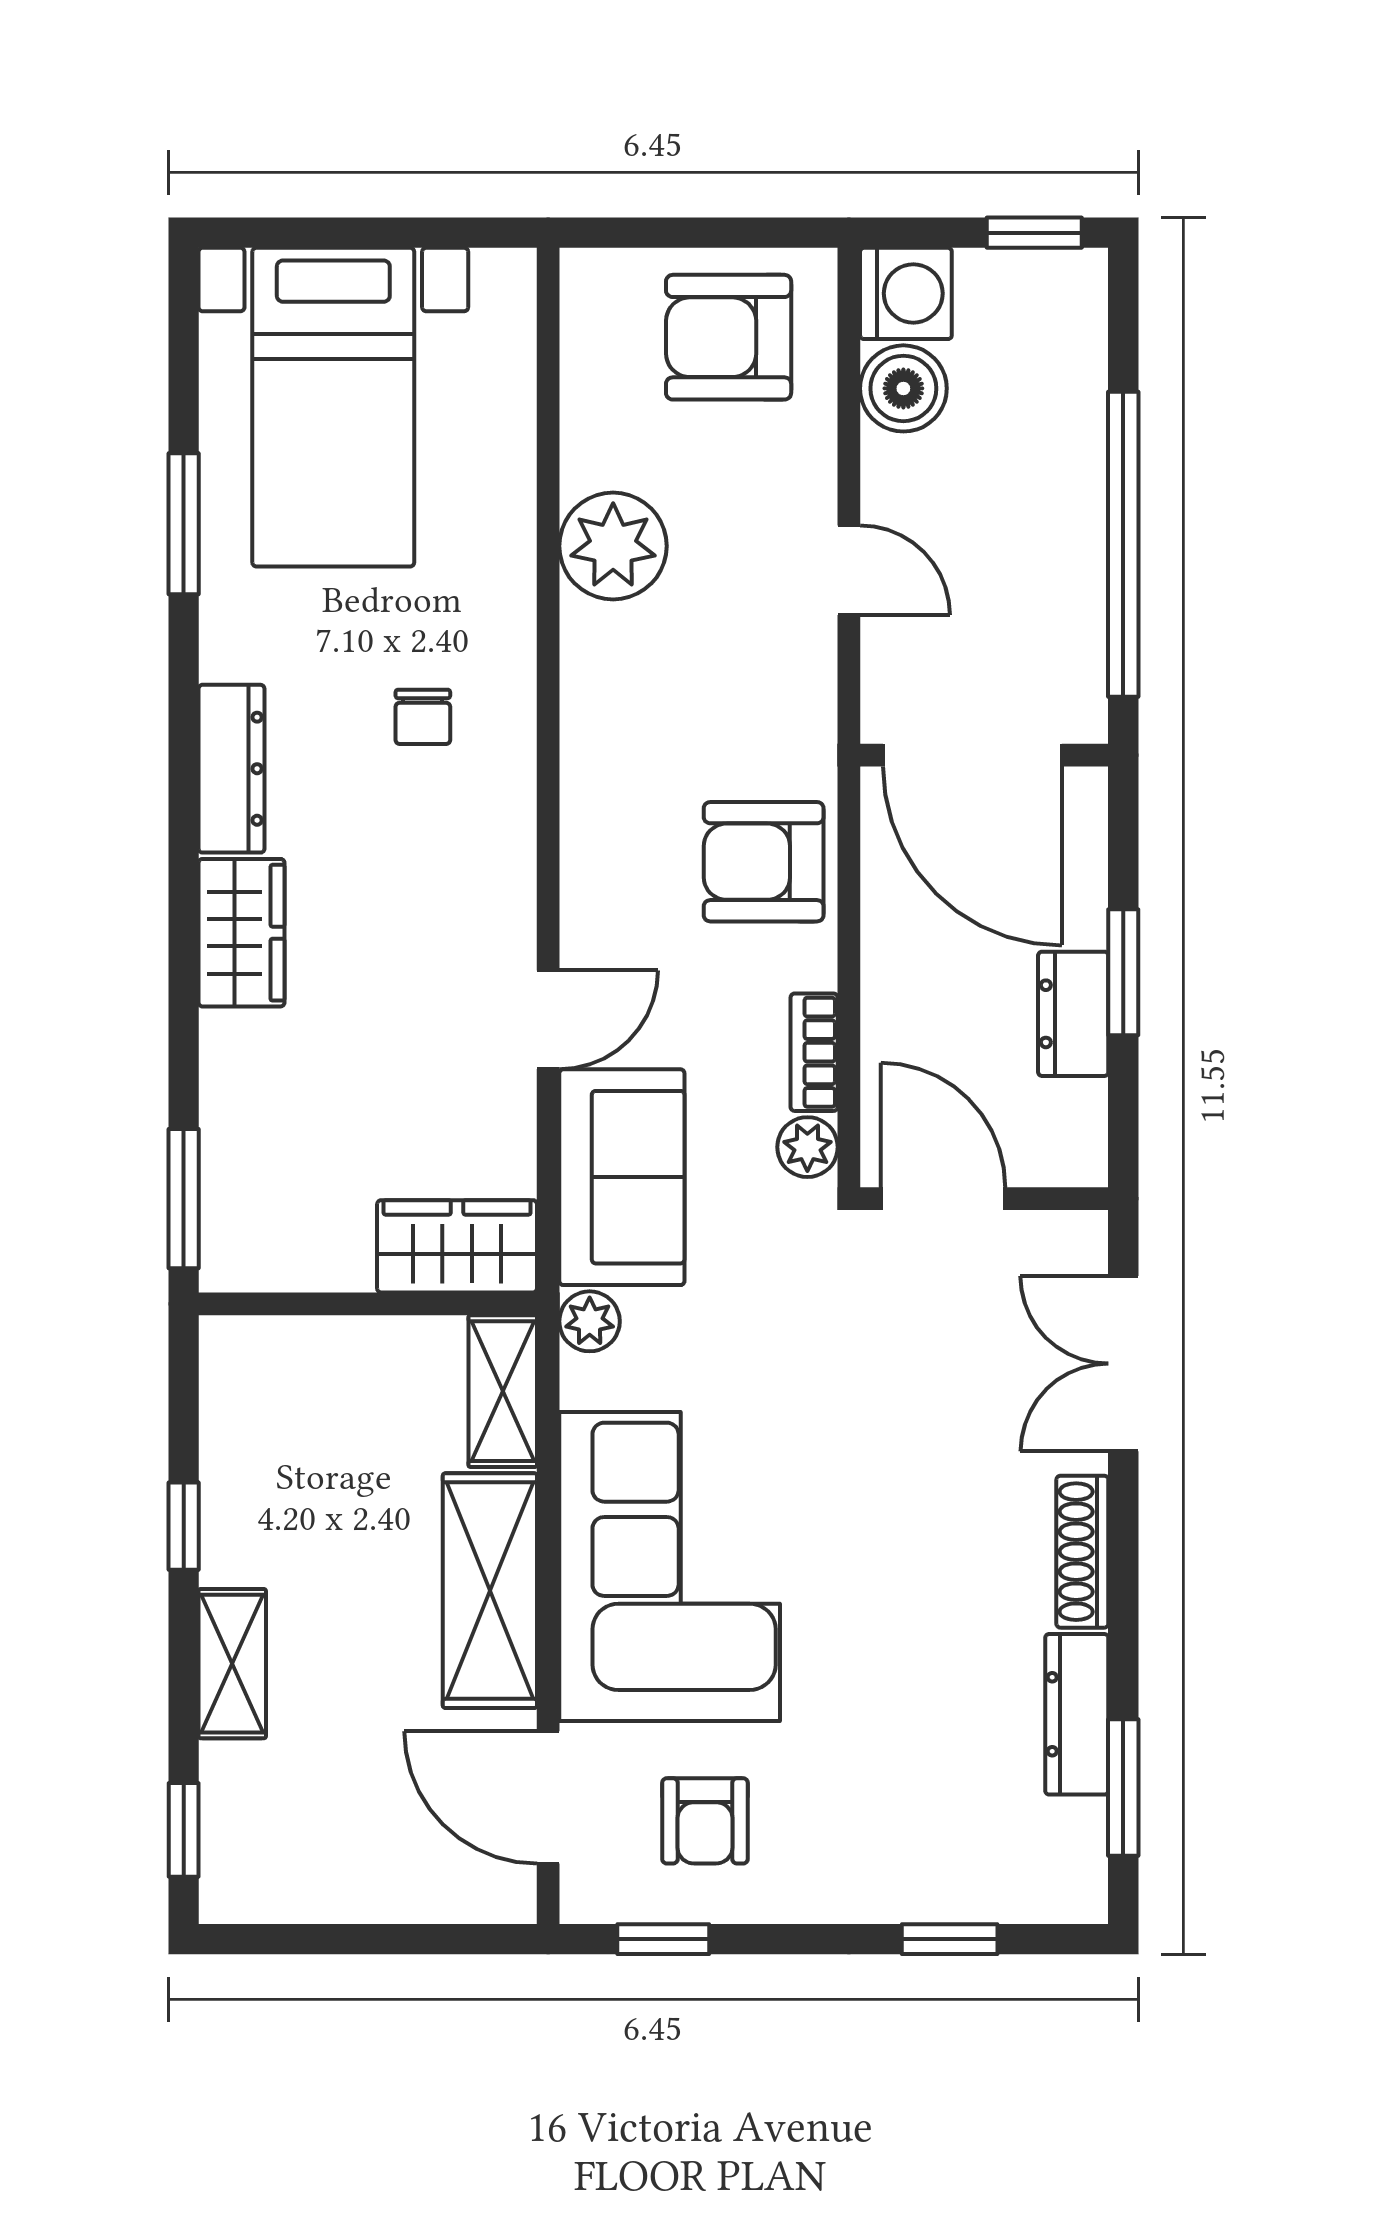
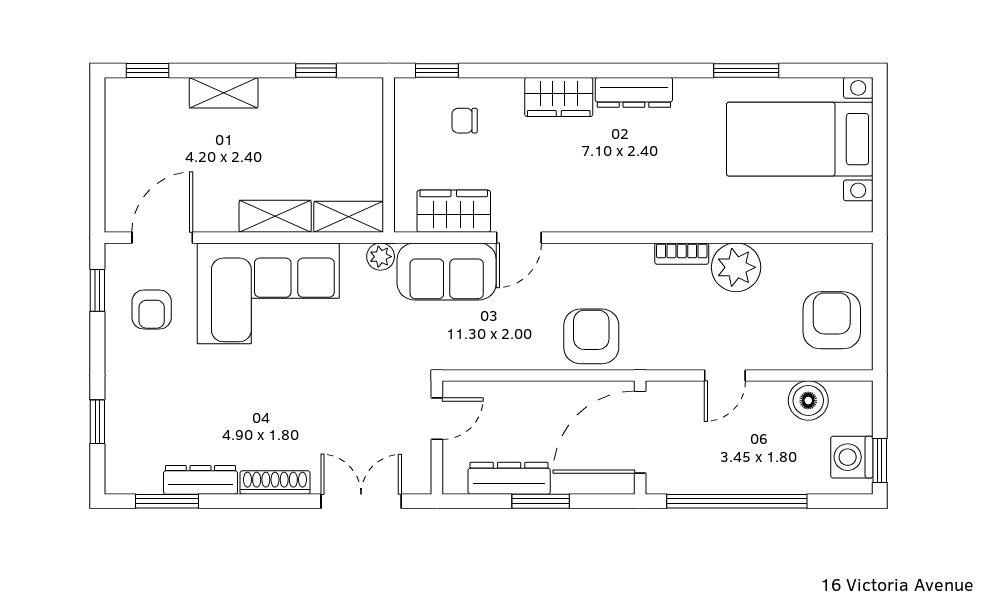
washing machine: (906, 293) -> (852, 457), moved, turned 90
chair: (423, 717) -> (465, 121), moved
dresser: (1073, 1014) -> (509, 478), width x1.44
door: (548, 1020) -> (519, 238), hinge flipped
bookcase: (814, 1052) -> (682, 254), moved, turned 180
plant: (807, 1147) -> (460, 356), removed
window: (184, 1199) -> (437, 70), width x0.67
door: (943, 1199) -> (437, 419), width x0.73
wardrobe: (457, 1246) -> (454, 211), moved, turned -90
window: (184, 1526) -> (316, 70), moved
shelving: (490, 1591) -> (275, 216), width x0.67, depth x0.75
armchair: (705, 1821) -> (152, 309), turned -90

